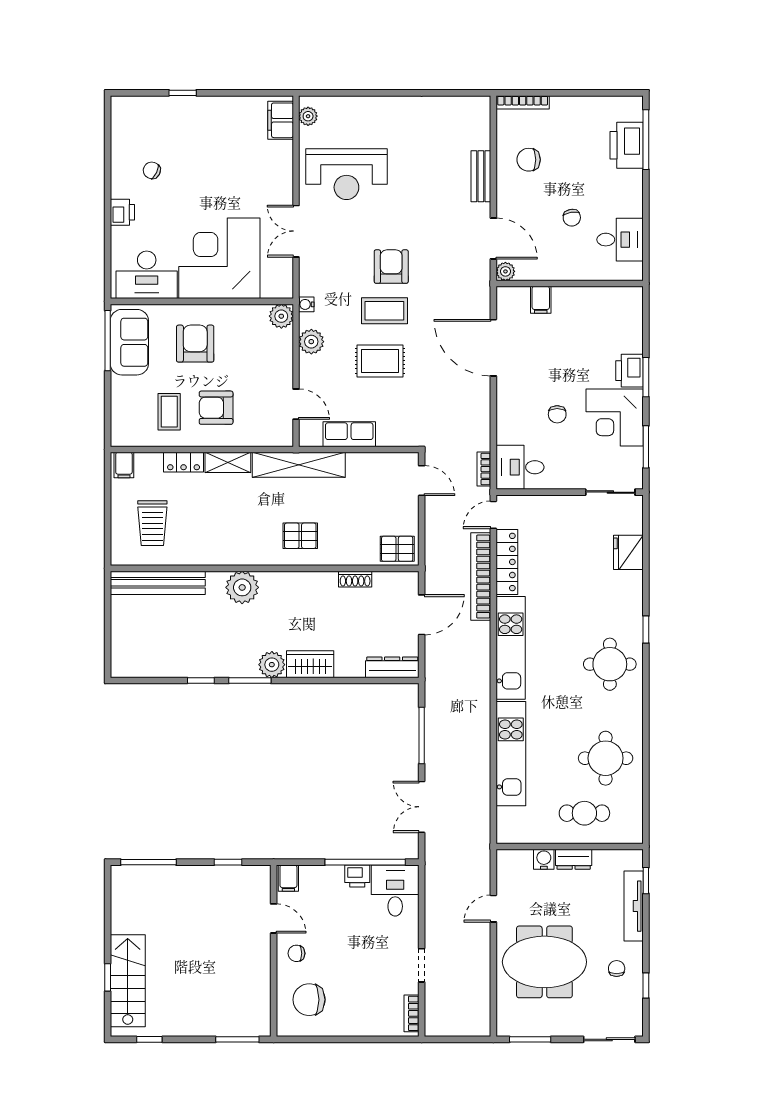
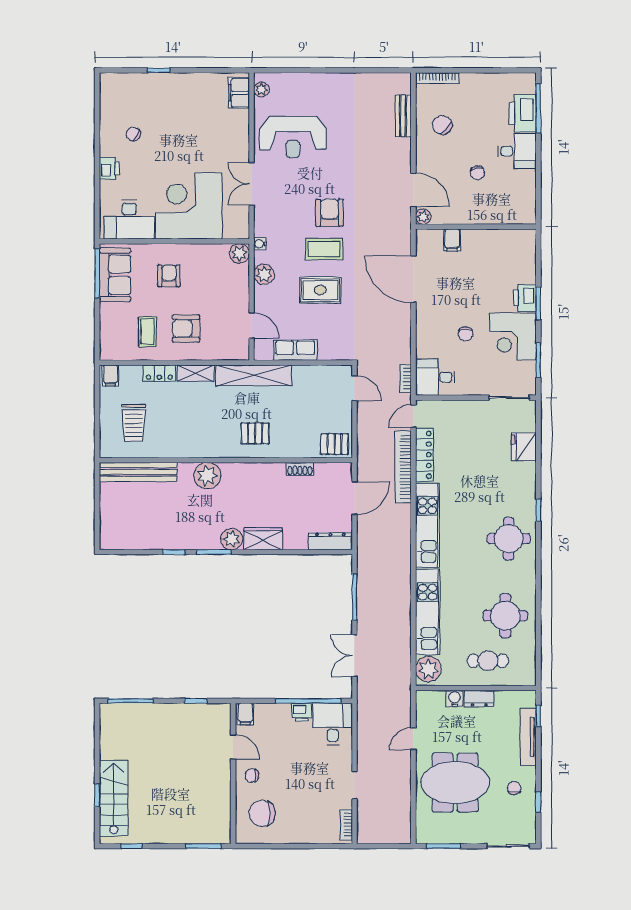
chair: (529, 160) -> (442, 125), turned 45
bench: (481, 176) -> (403, 116), moved
desk: (620, 240) -> (517, 151), moved
armchair: (195, 344) -> (169, 276), width x0.72, depth x0.72
plant: (512, 823) -> (428, 669), added

